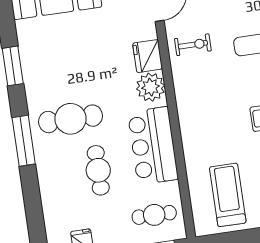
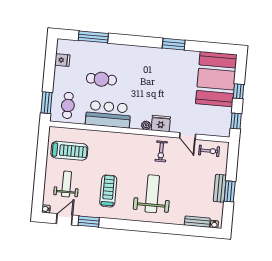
plant: (151, 87) -> (146, 125), width x0.53, depth x0.53
cafe table: (71, 119) -> (135, 70), removed
window: (24, 141) -> (93, 37), moved

